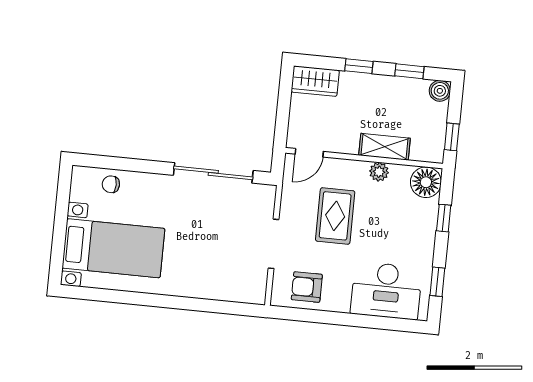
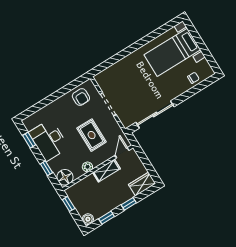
shelving: (385, 147) -> (106, 171), moved
armchair: (307, 287) -> (81, 97), turned 90
desk: (386, 291) -> (49, 140), moved, turned -90

